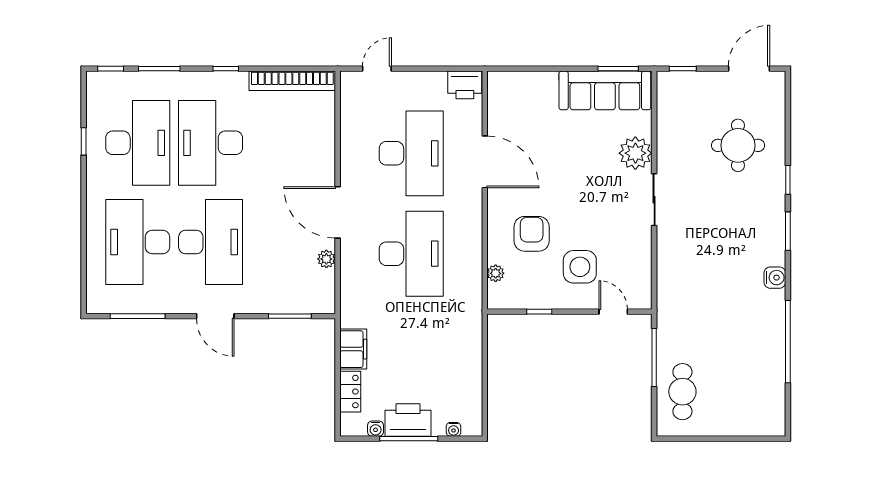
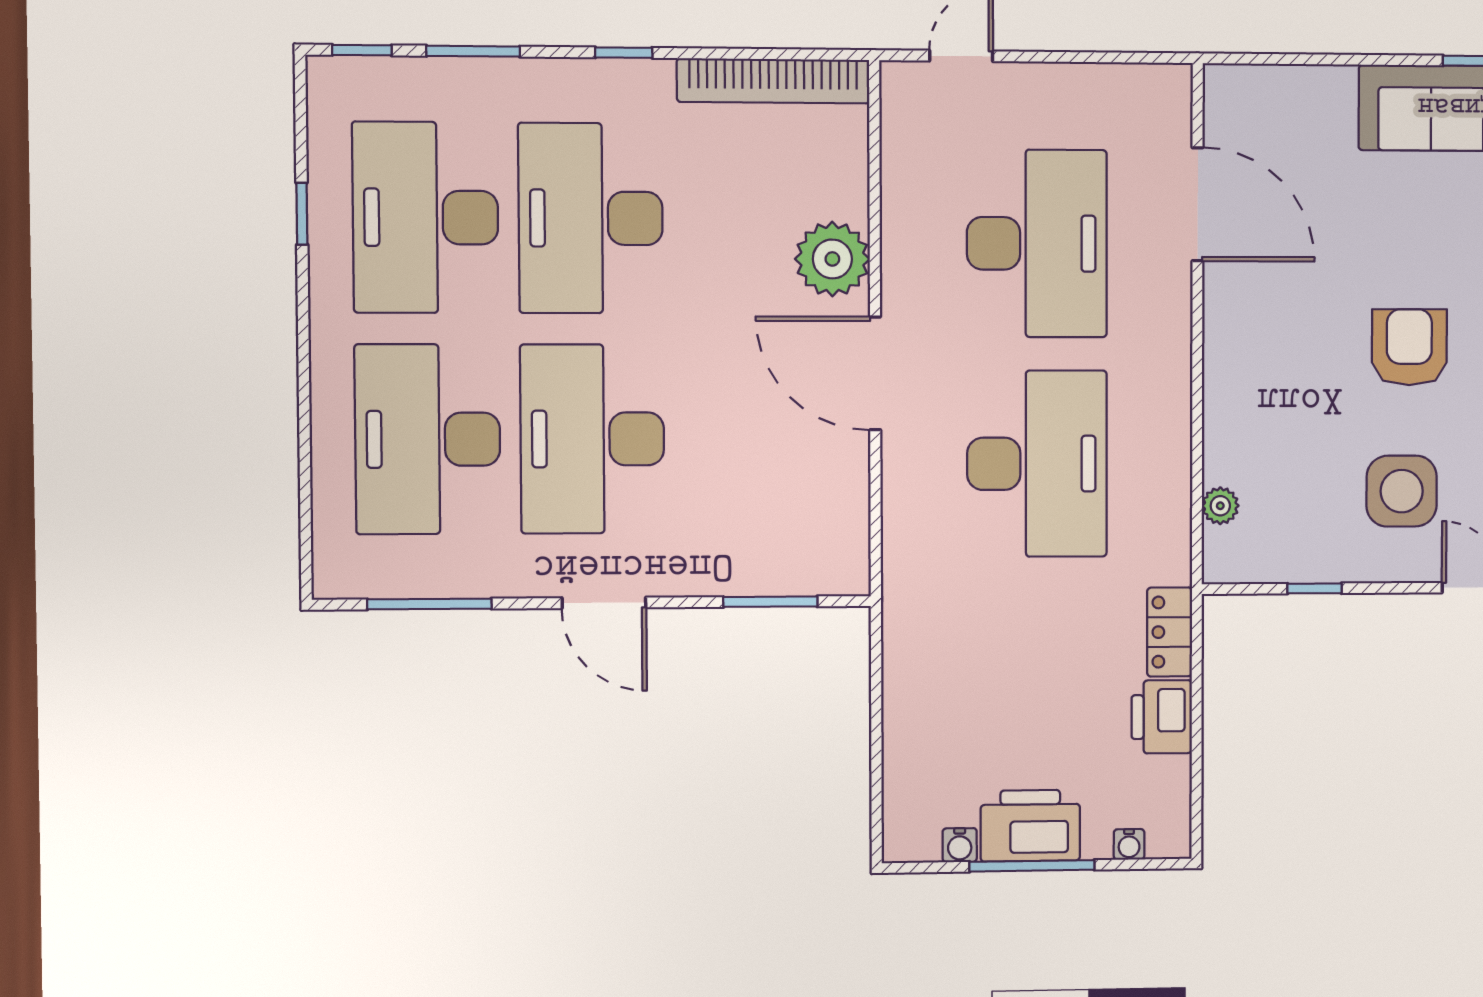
printer: (465, 85) -> (1162, 717), moved, turned 90
desk: (138, 143) -> (425, 217), turned 180
door: (485, 162) -> (1197, 204), moved
armchair: (532, 234) -> (1409, 347), moved
desk: (211, 242) -> (592, 439), turned 180
plant: (326, 259) -> (832, 259), moved, width x1.88, depth x1.88
filing cabinet: (353, 349) -> (911, 673), removed
locker: (350, 392) -> (1170, 632), moved, turned 180

